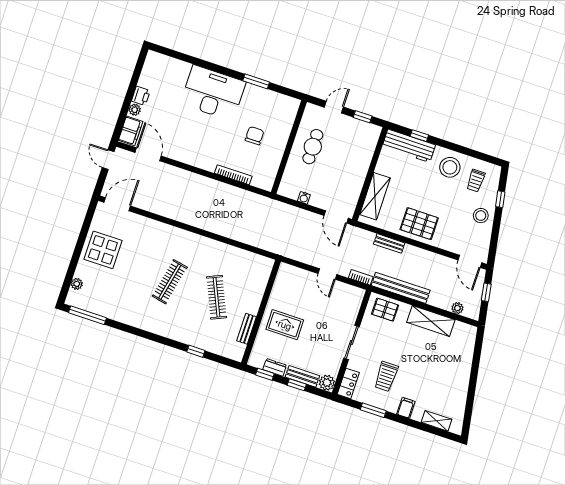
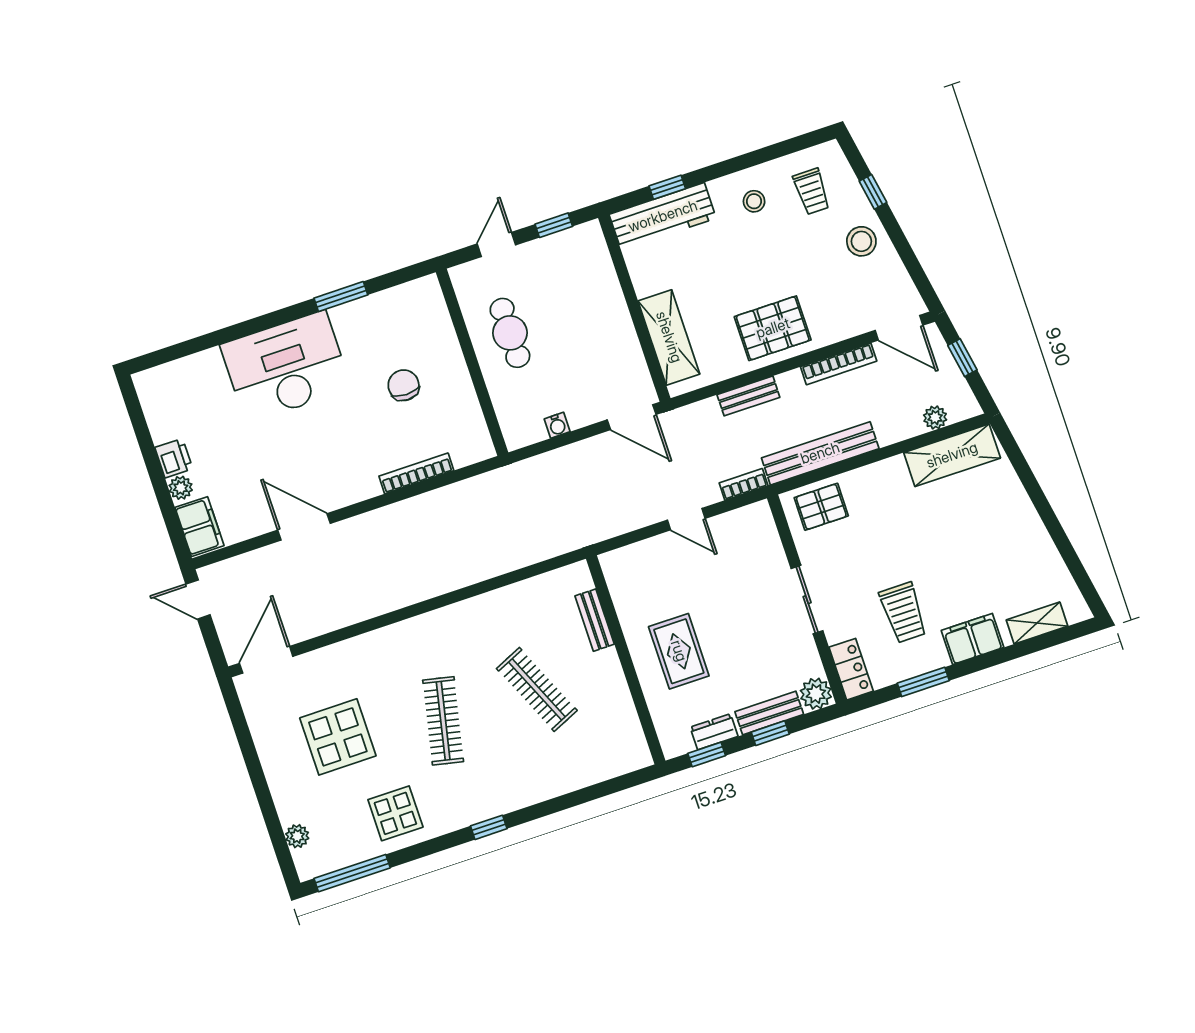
door: (148, 154) -> (304, 527), moved
stool: (450, 167) -> (754, 201), width x0.53, depth x0.53
display table: (103, 250) -> (338, 737), moved
bookcase: (435, 258) -> (839, 364), added
display table: (123, 304) -> (395, 813), added
shelving: (431, 321) -> (952, 455), moved
rug: (285, 325) -> (679, 651), turned 90
bench: (247, 329) -> (595, 620), moved
window: (196, 351) -> (489, 827), moved
filing cabinet: (406, 408) -> (973, 639), width x2.00

